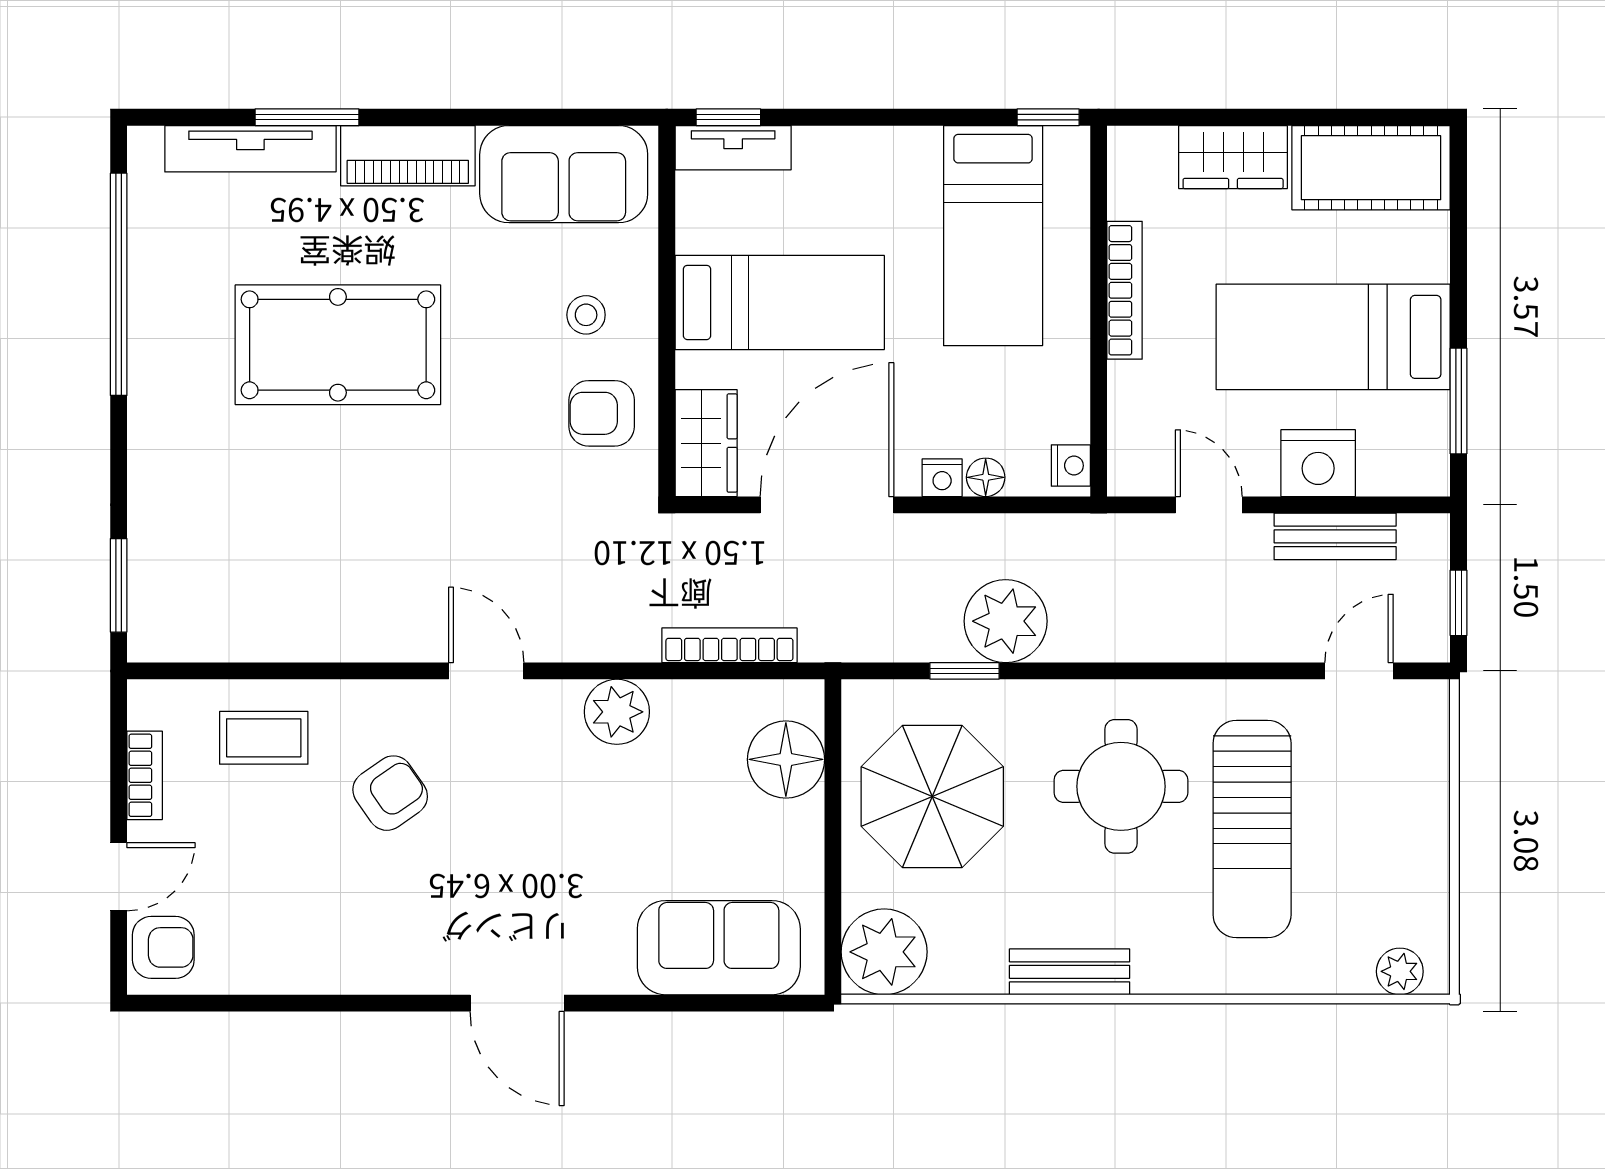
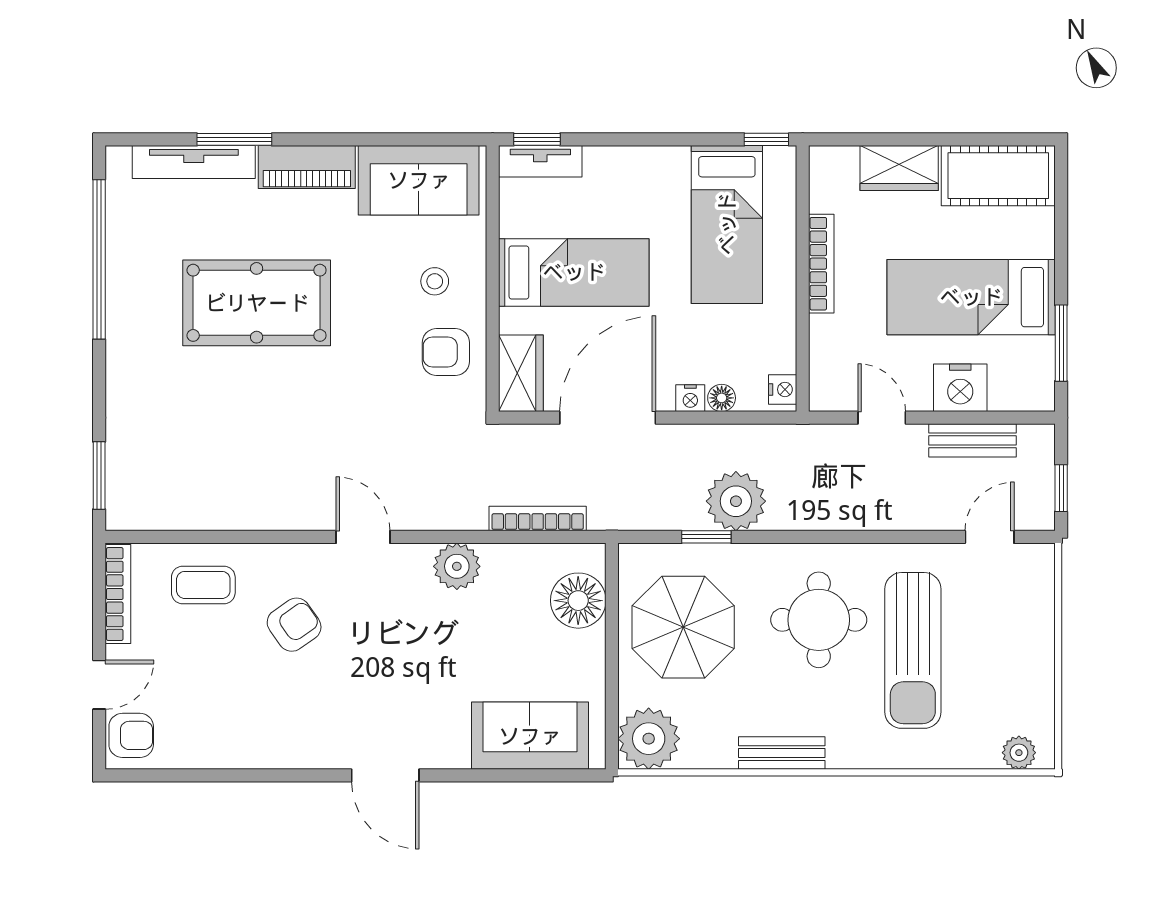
bookcase: (145, 775) -> (118, 594), width x1.56

